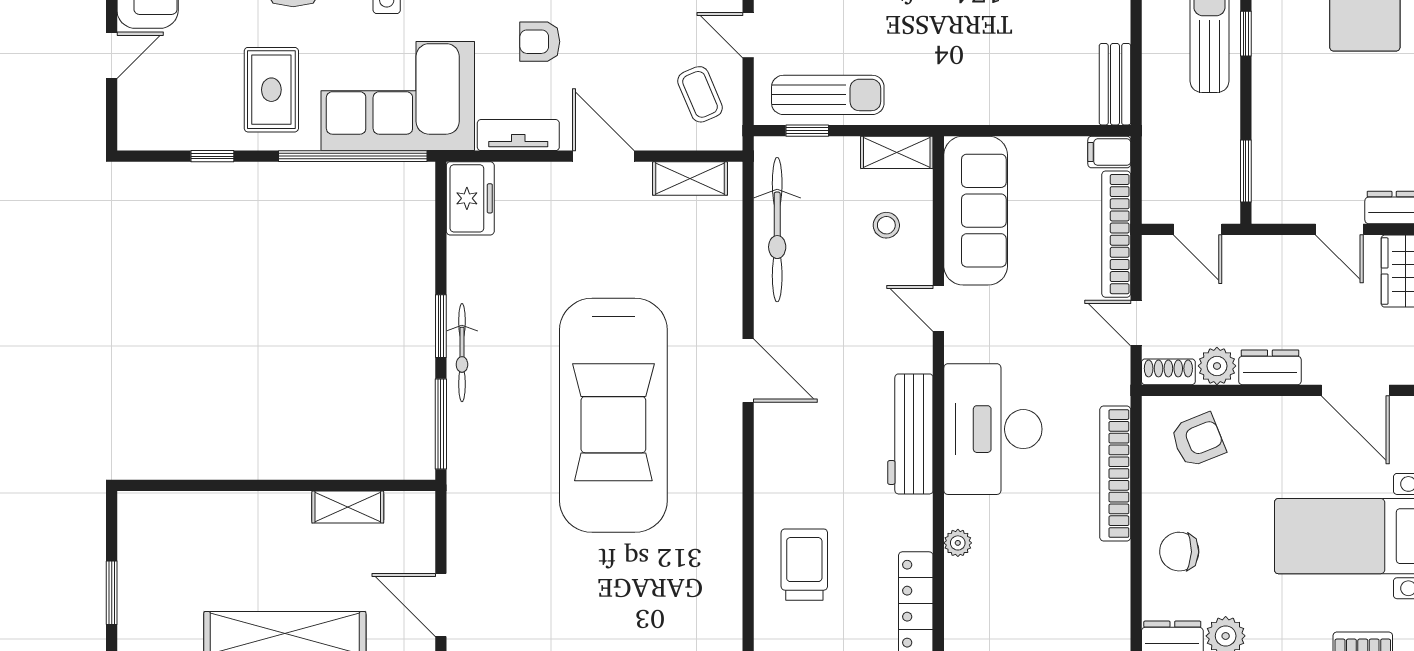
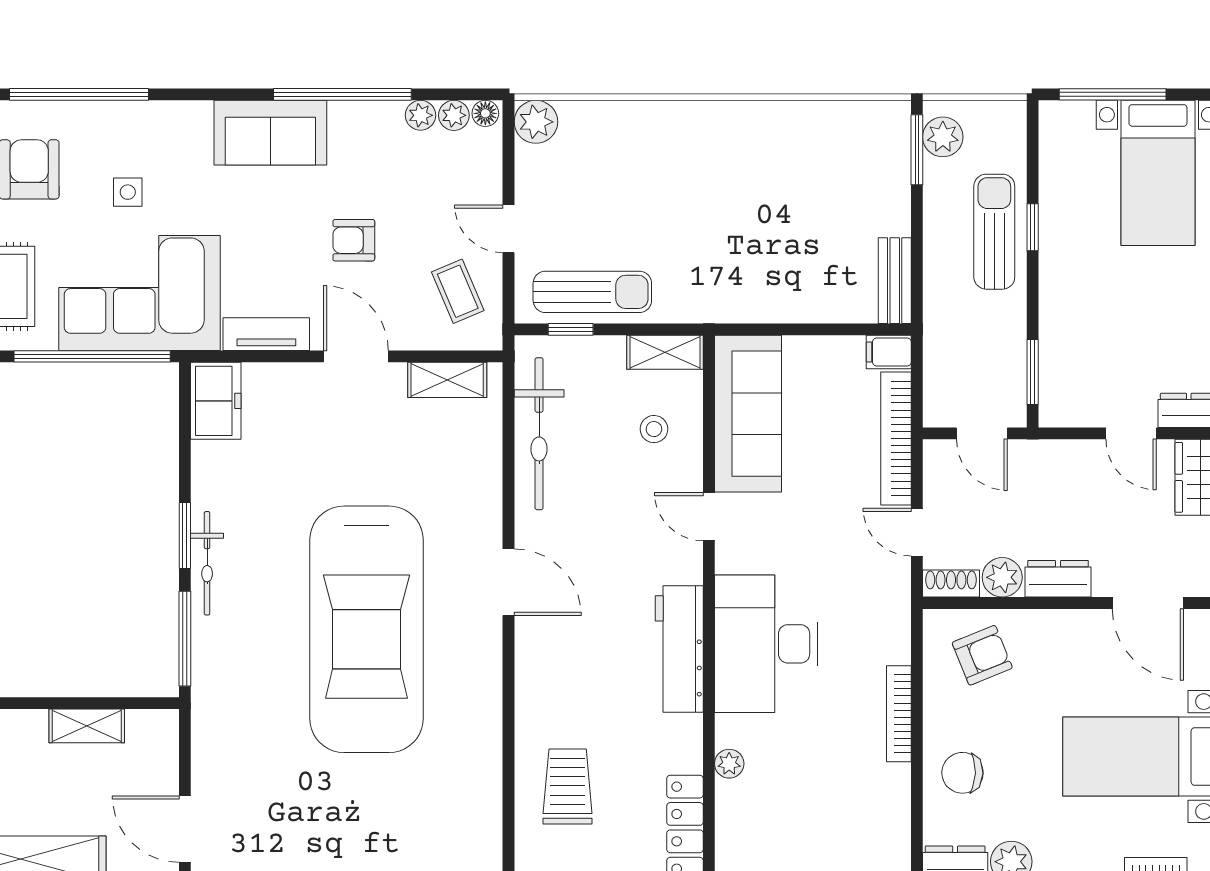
armchair: (540, 42) -> (354, 240), moved
bookcase: (1115, 474) -> (899, 714), width x0.68, depth x0.76

